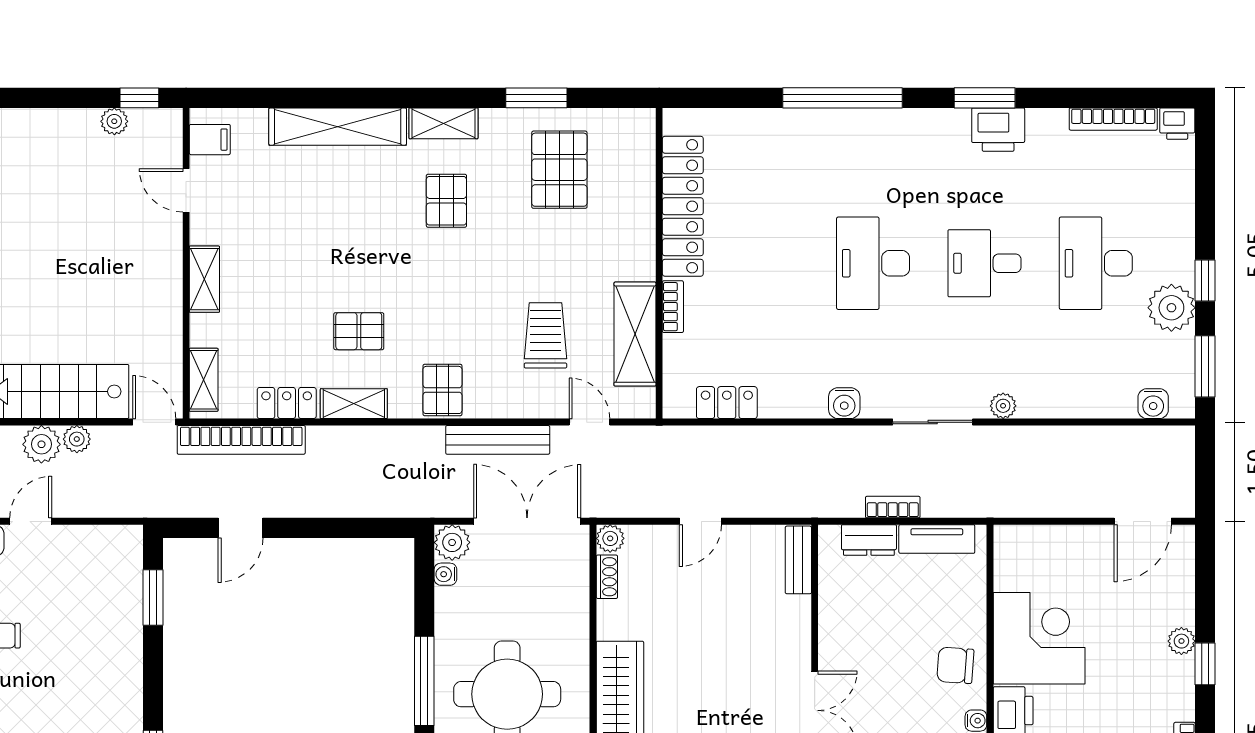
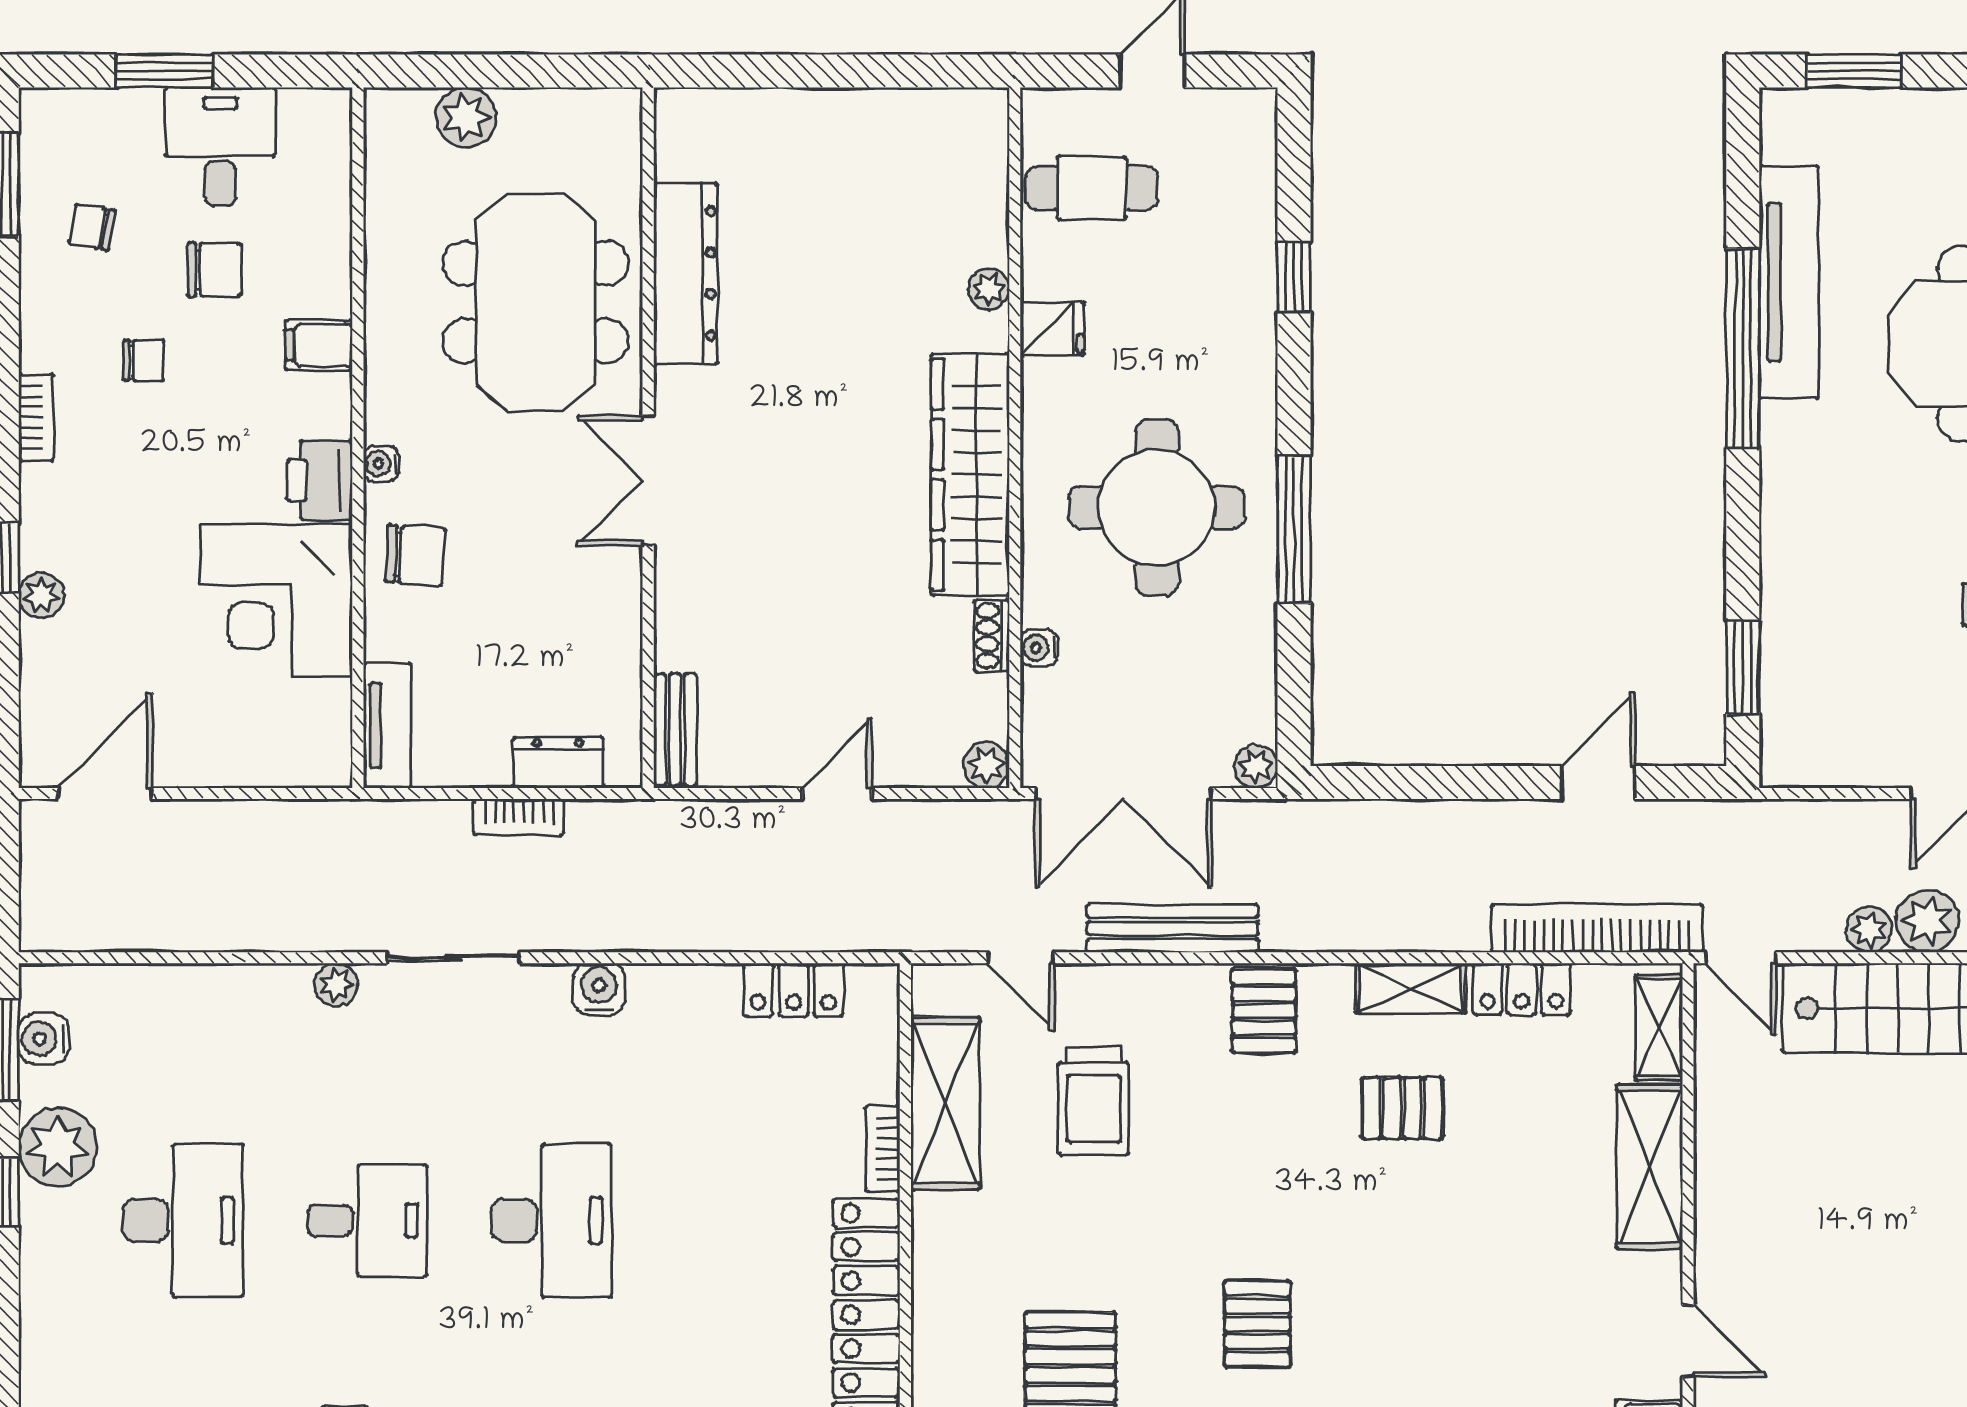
shelving: (204, 279) -> (1650, 1167), width x1.50, depth x1.33
water cooler: (1153, 404) -> (44, 1039), moved, turned -90
tv unit: (937, 539) -> (387, 725), moved, turned 90
plant: (452, 542) -> (1256, 767), width x0.73, depth x0.73
water cooler: (445, 574) -> (1039, 648), moved, turned 180
shoe rack: (607, 577) -> (992, 636), moved

